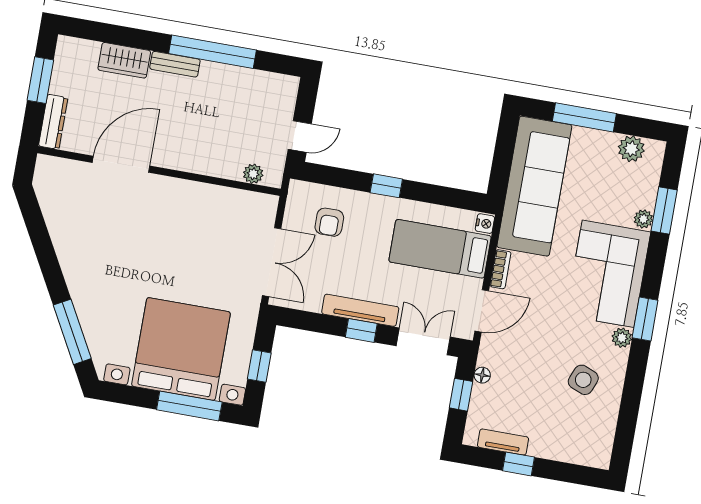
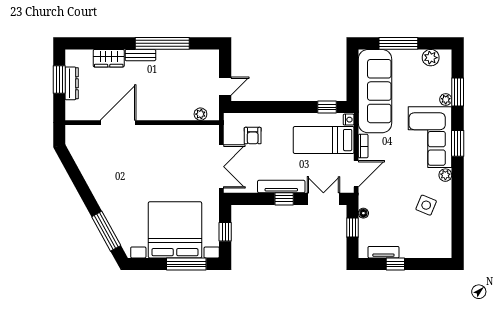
dresser: (53, 122) -> (72, 83), moved
window: (386, 186) -> (327, 107), moved
window: (645, 319) -> (458, 143), moved

